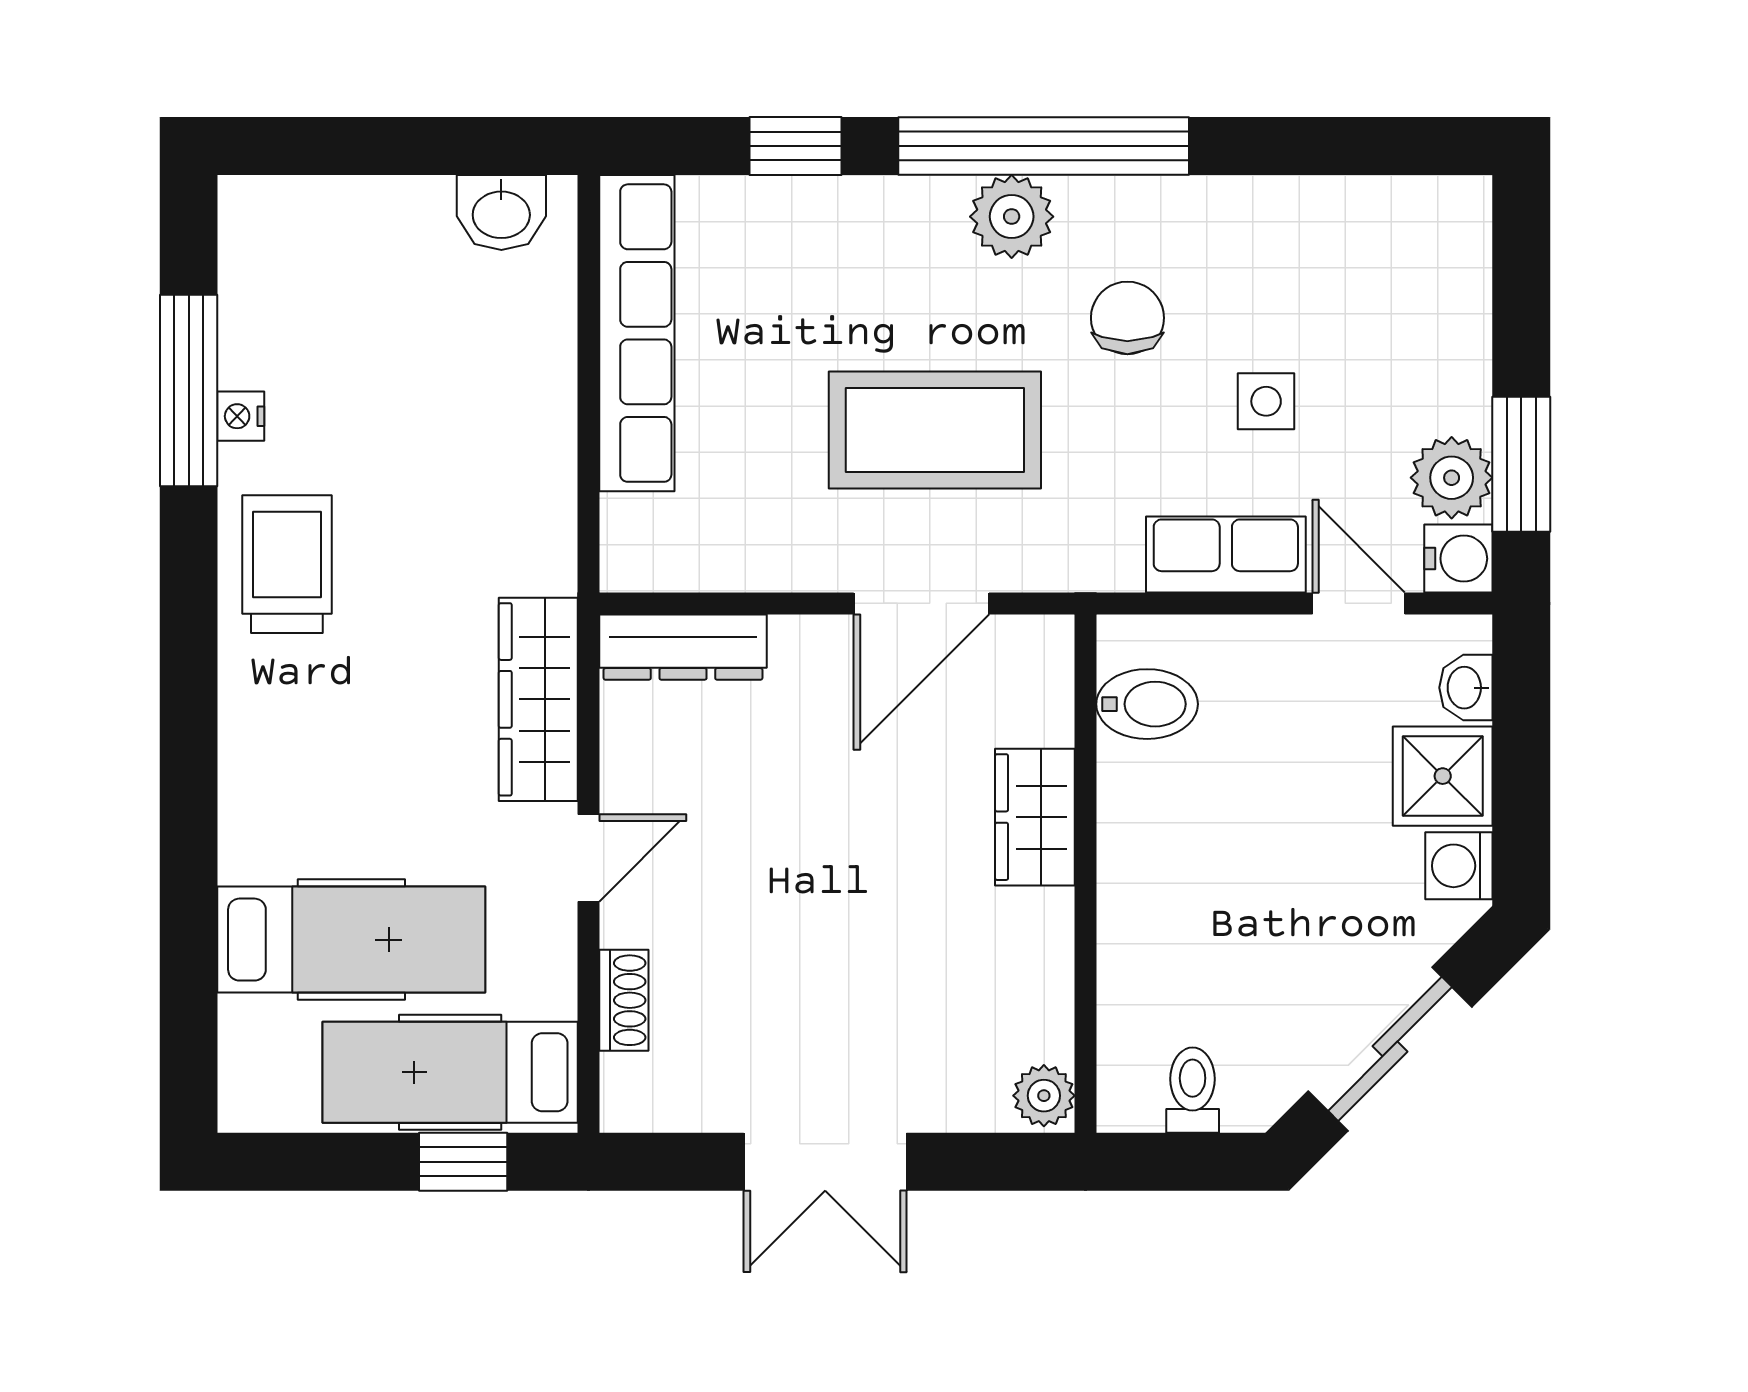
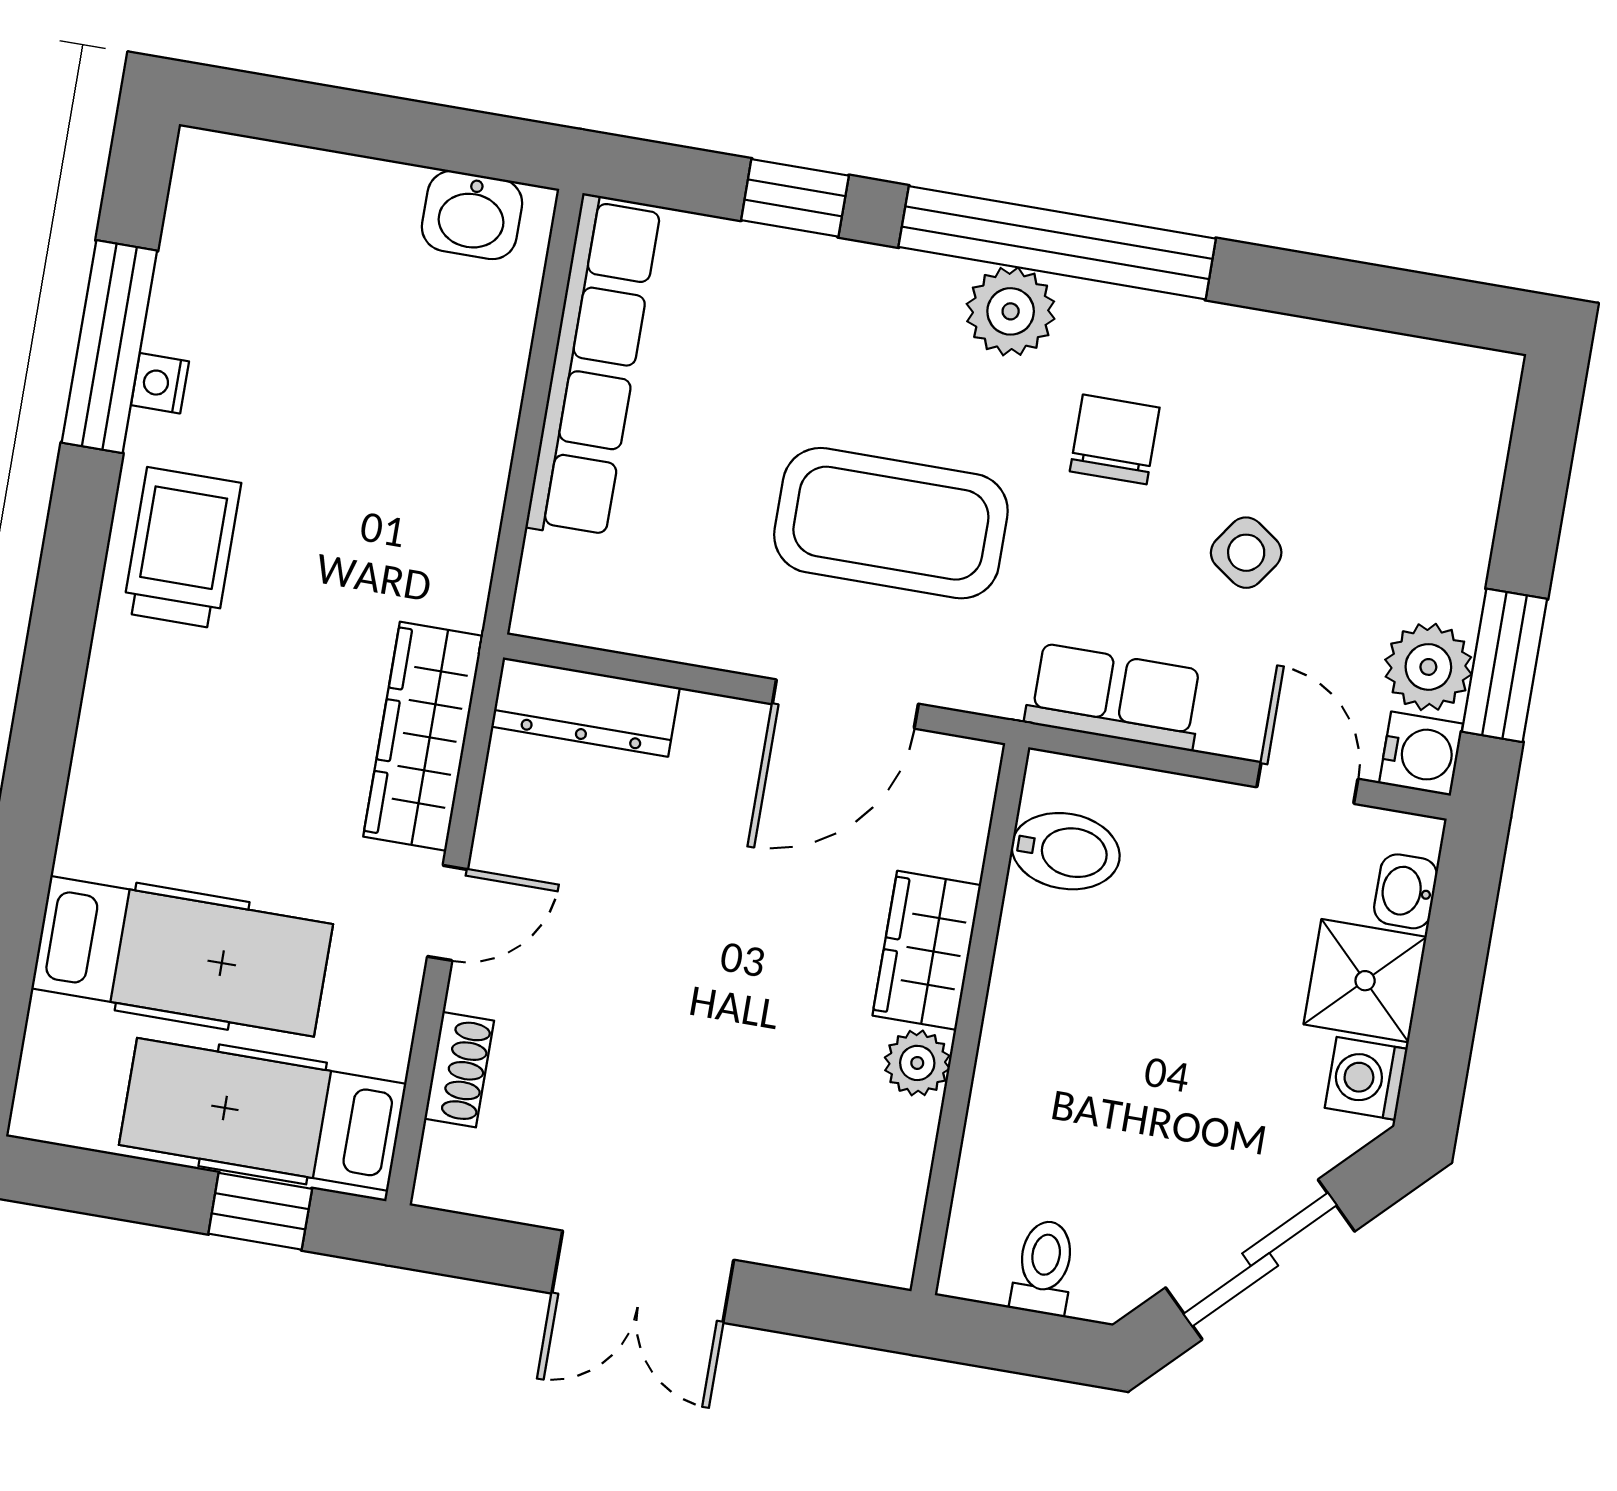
side table: (1266, 401) -> (1246, 553), turned 35
row of seats: (1226, 554) -> (1115, 697), moved
plant: (1044, 1096) -> (917, 1063), moved

